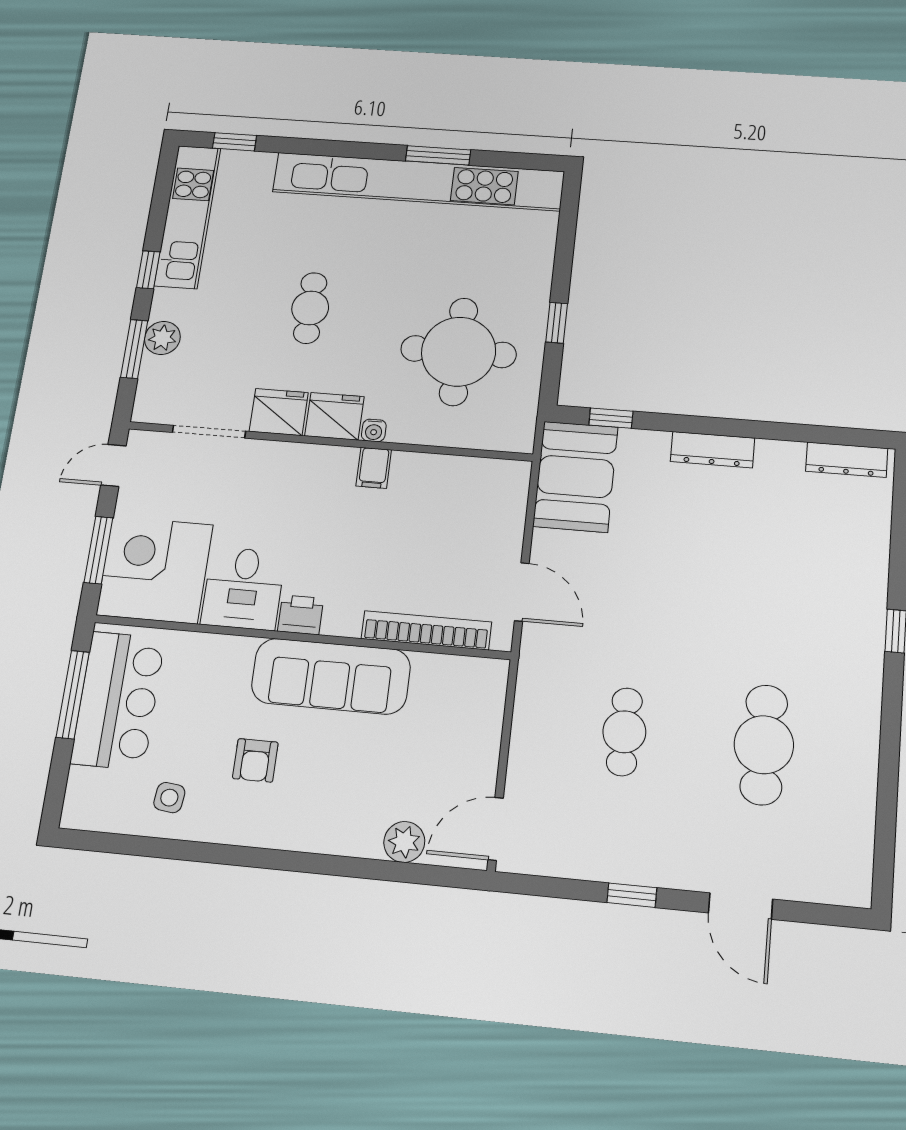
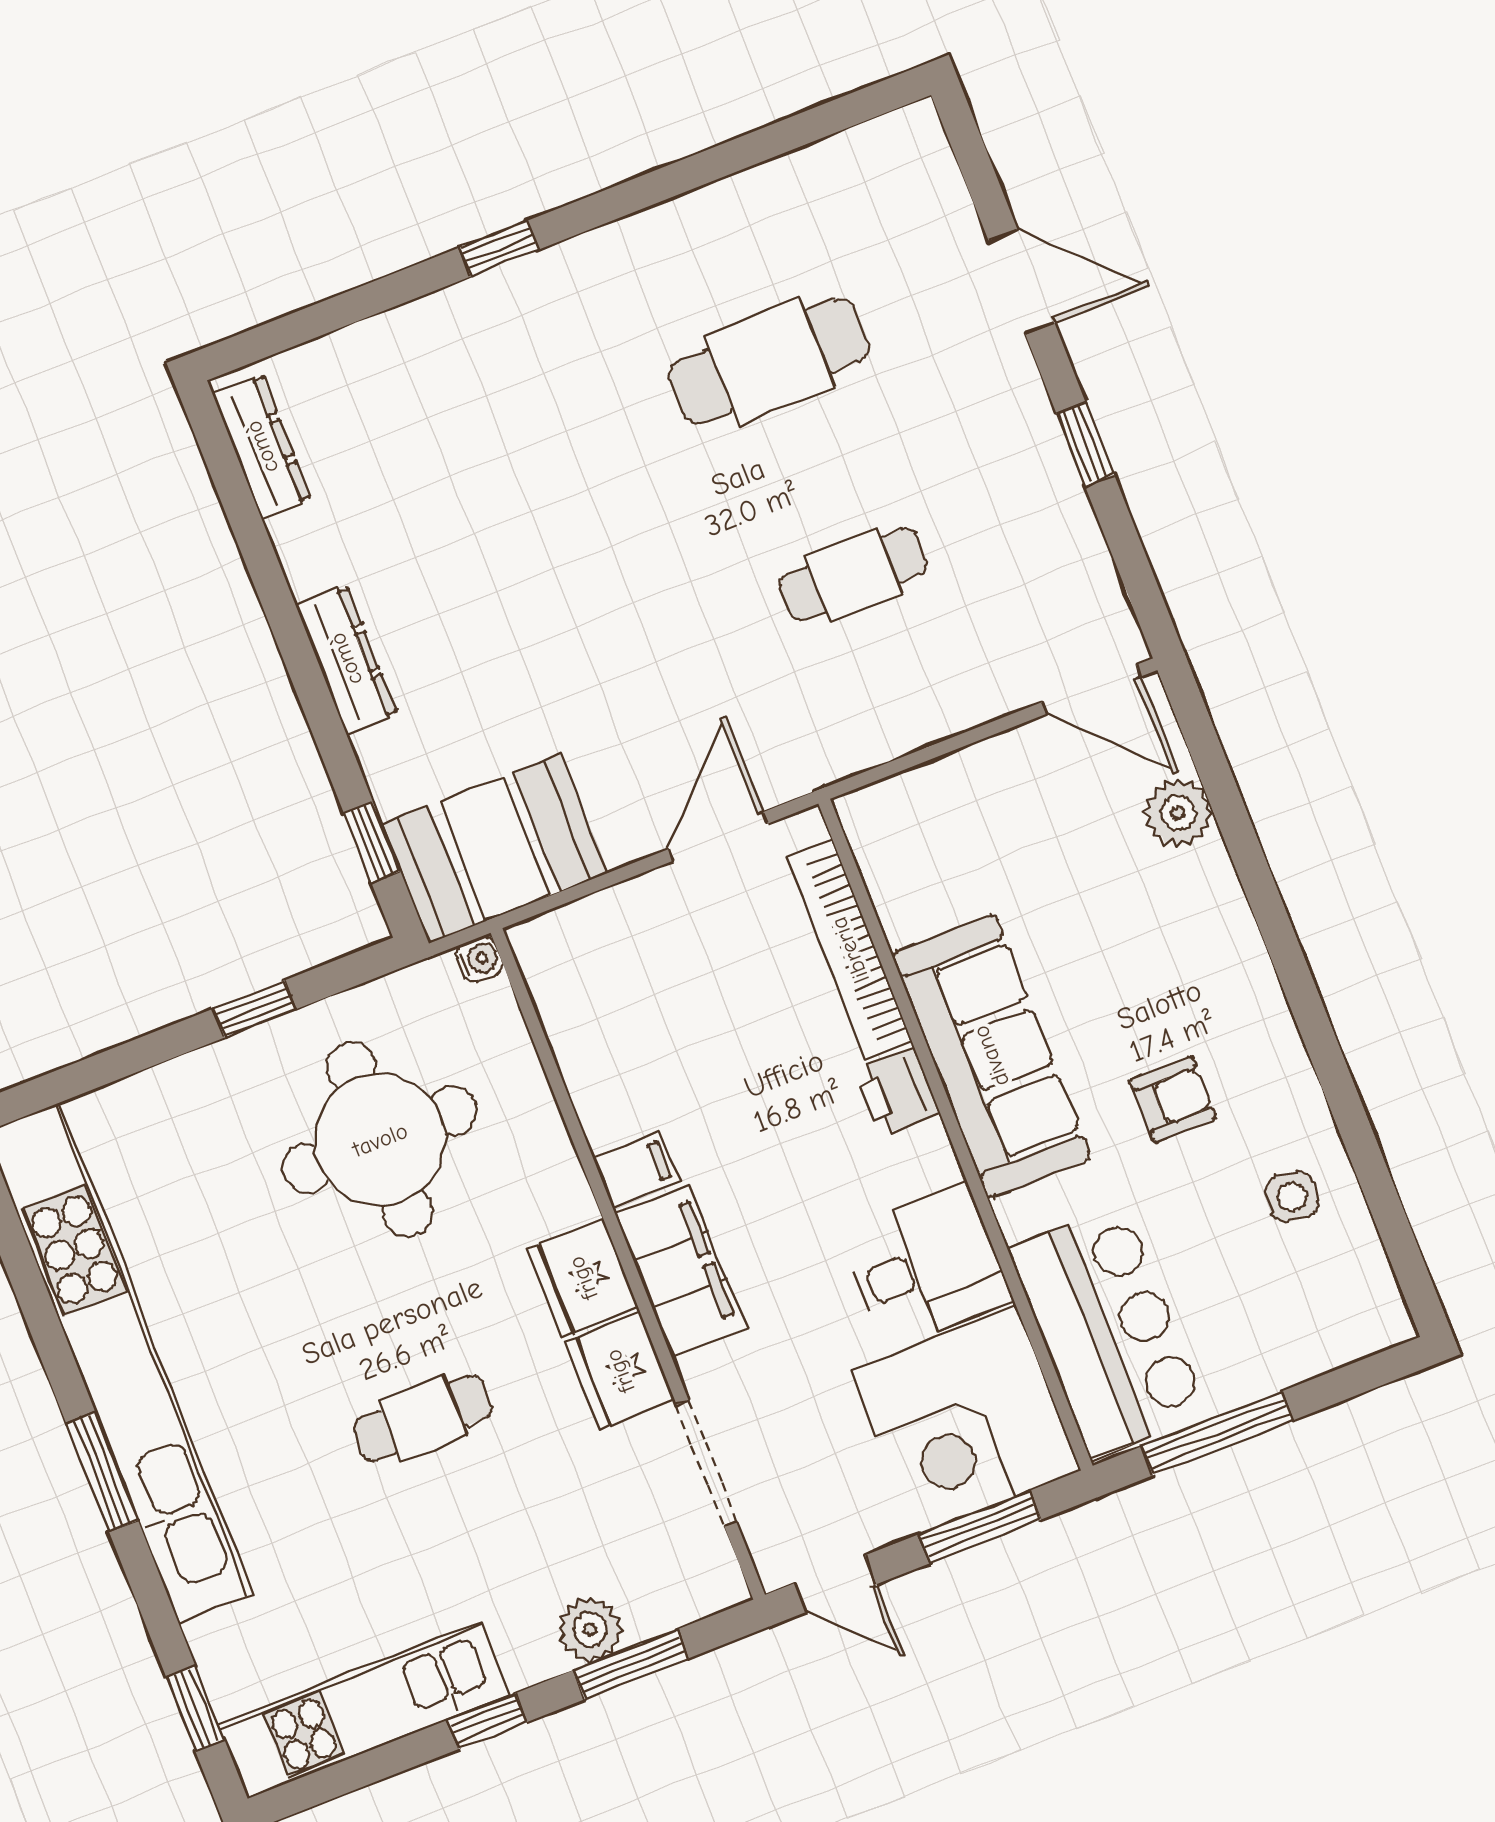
window: (438, 155) -> (102, 1472), moved
water cooler: (374, 430) -> (479, 959), moved
filing cabinet: (311, 465) -> (680, 1270), added
printer: (301, 615) -> (897, 1091), moved
bar counter: (118, 700) -> (1108, 1331), moved, turned 90
door: (741, 906) -> (1021, 282), hinge flipped

